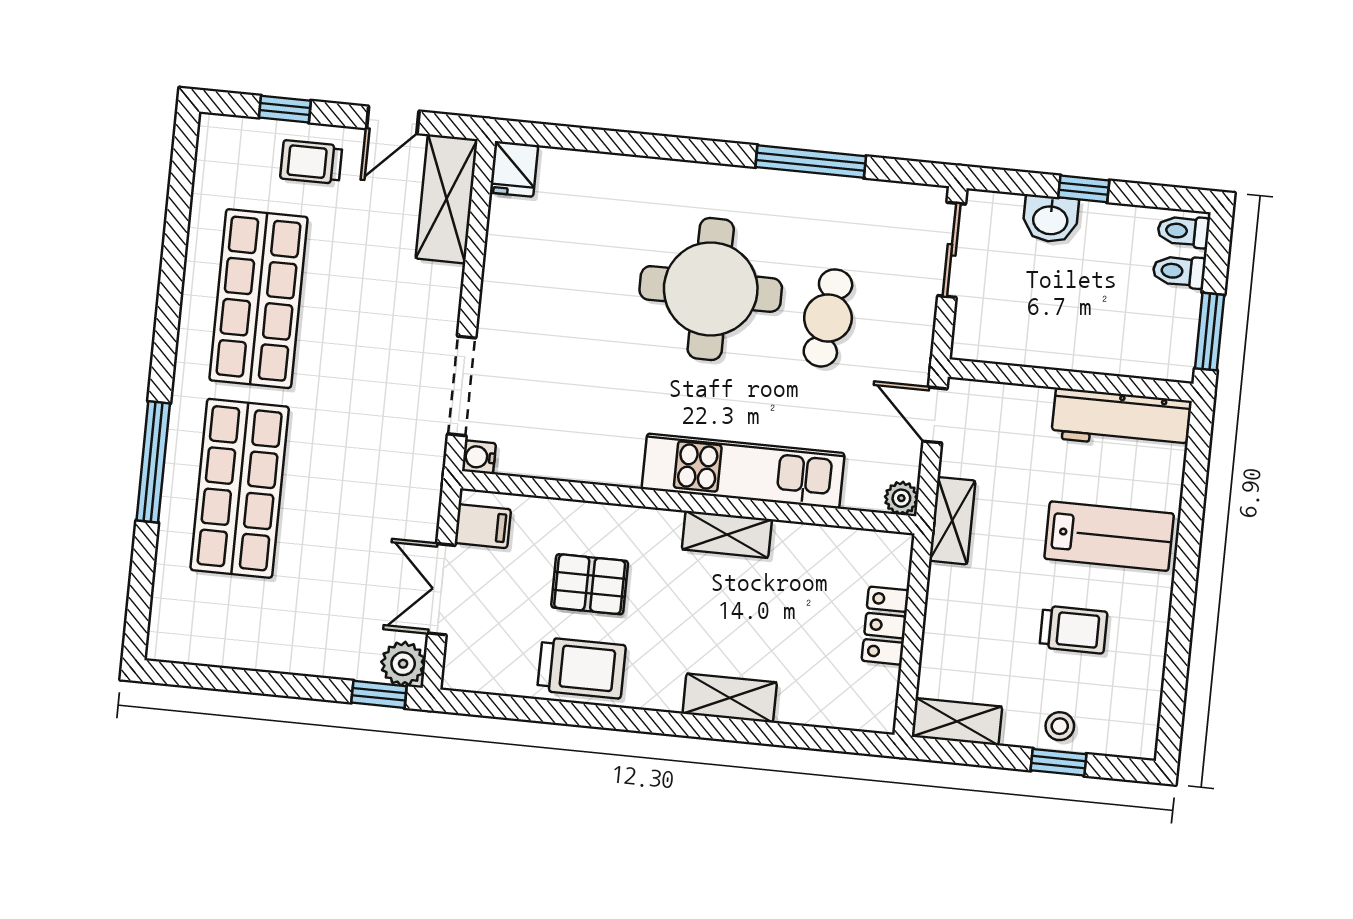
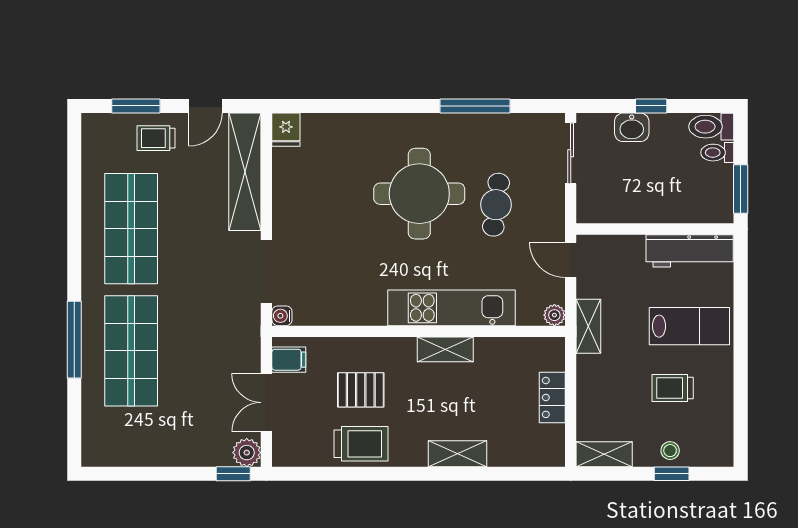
window: (285, 109) -> (136, 106), width x1.50
shelving: (447, 199) -> (245, 172), width x1.47
toilet: (1184, 231) -> (711, 127), width x1.37, depth x1.39
trolley: (1073, 630) -> (673, 388), turned 180

